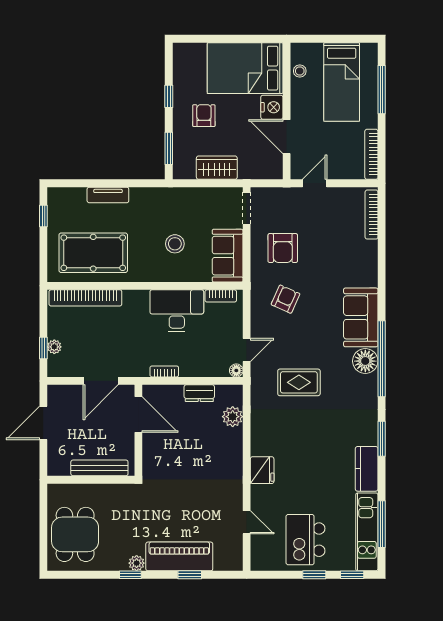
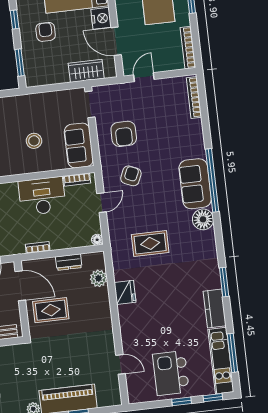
wardrobe: (217, 168) -> (86, 71), moved
door: (247, 350) -> (102, 203), moved
window: (382, 359) -> (212, 180), moved
rug: (171, 448) -> (51, 310), added
fridge: (262, 470) -> (125, 292), moved

